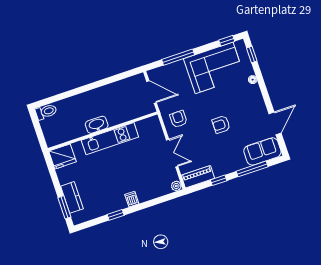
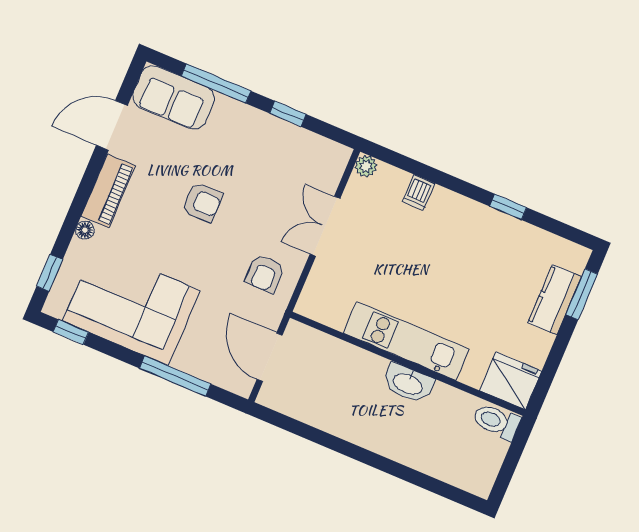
toilet: (46, 112) -> (496, 421), moved
piano: (198, 177) -> (108, 191), moved, turned -90
dishwasher: (132, 199) -> (419, 192), moved

